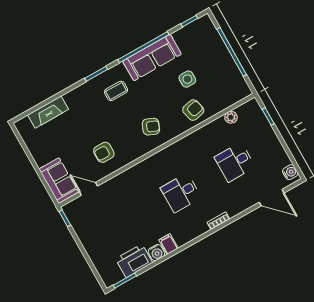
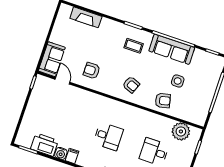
plant: (231, 117) -> (181, 131), width x1.88, depth x1.88
desk: (181, 193) -> (108, 136), turned 180

